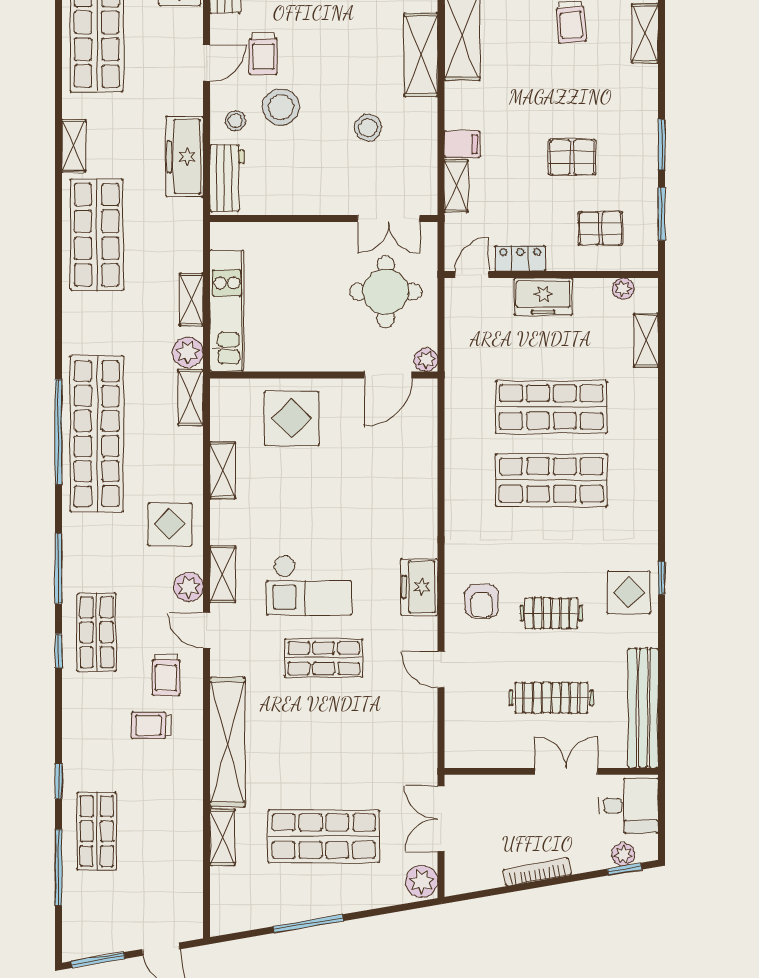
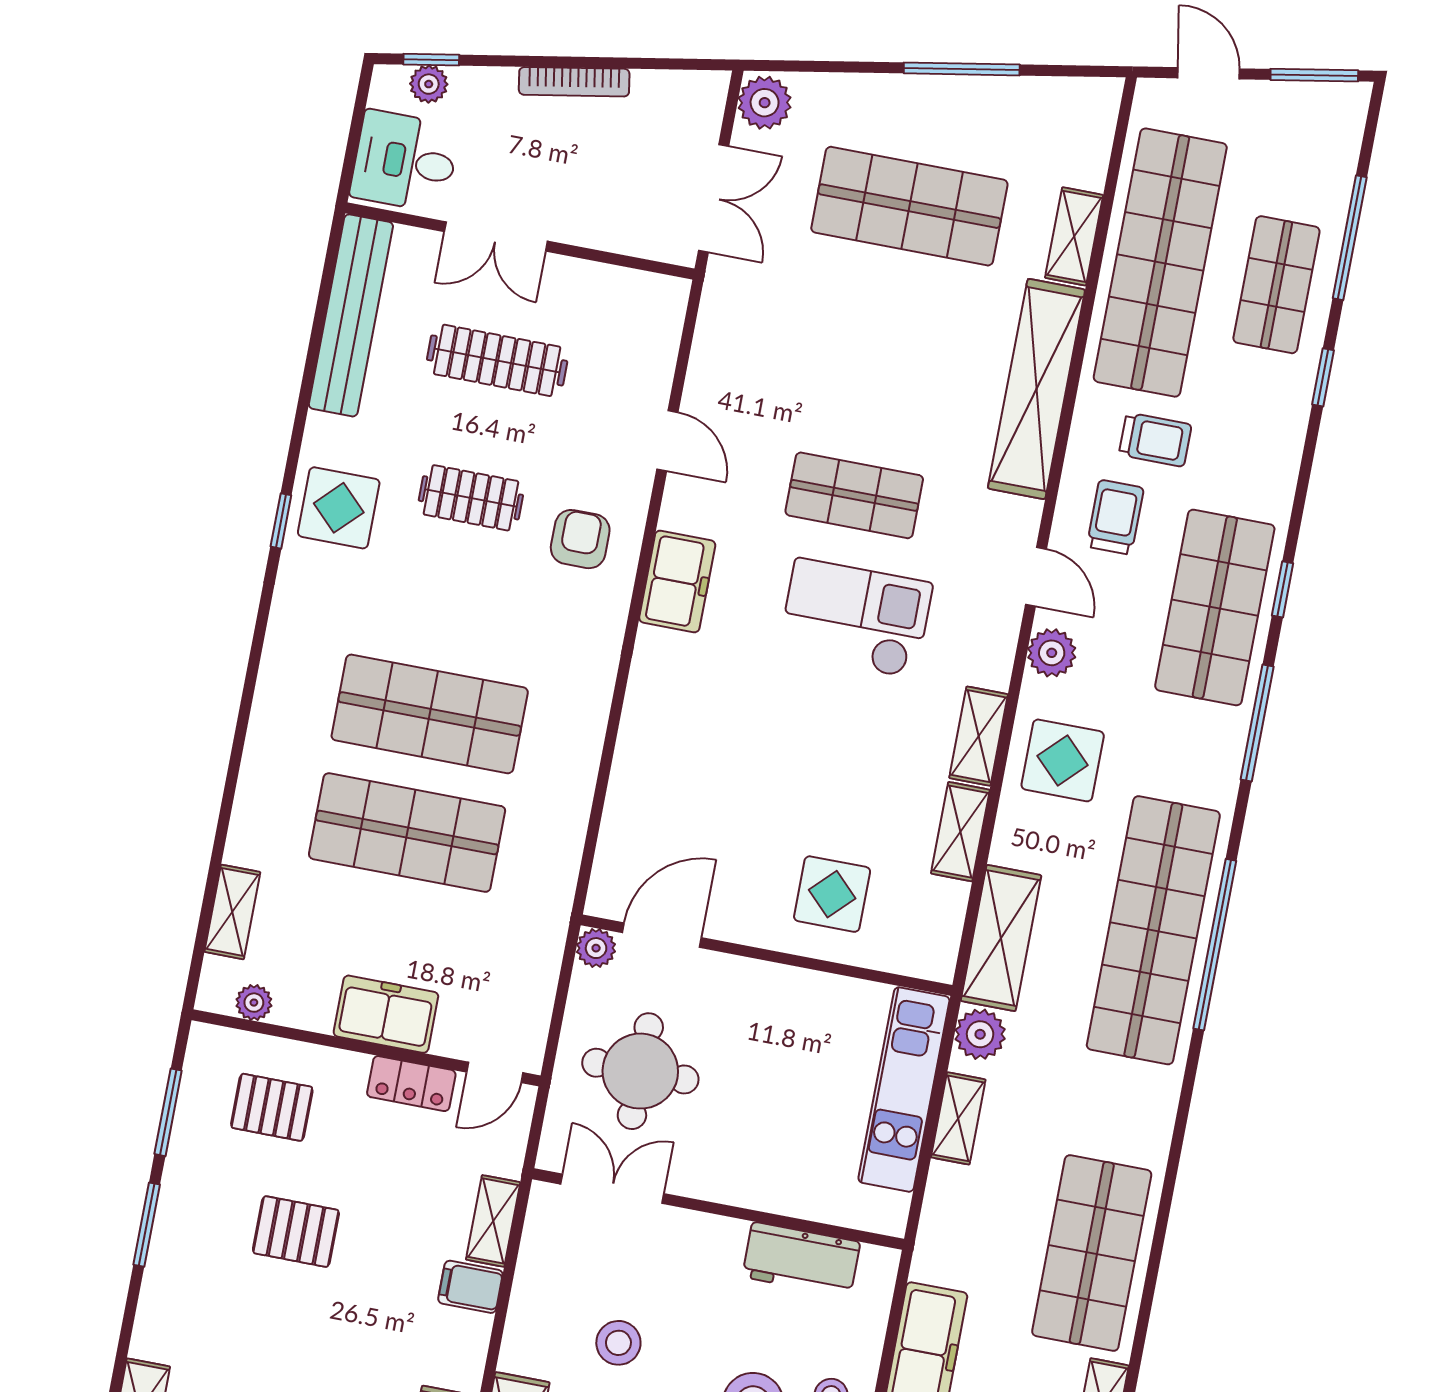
workbench: (227, 178) -> (801, 1259), moved, turned -90
shelving: (191, 398) -> (1001, 938), width x1.50, depth x1.33
display table: (292, 419) -> (832, 894), width x0.73, depth x0.73
shelving: (223, 574) -> (979, 736), moved
shop shelf: (97, 632) -> (1215, 607), width x1.43, depth x1.36
shop shelf: (168, 831) -> (1160, 263), added

